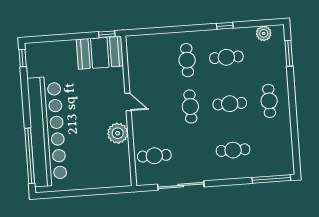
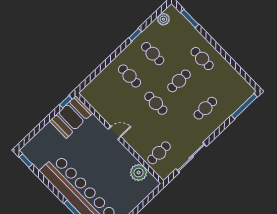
cafe table: (226, 57) -> (153, 54), turned 90
plant: (118, 133) -> (139, 173), moved

